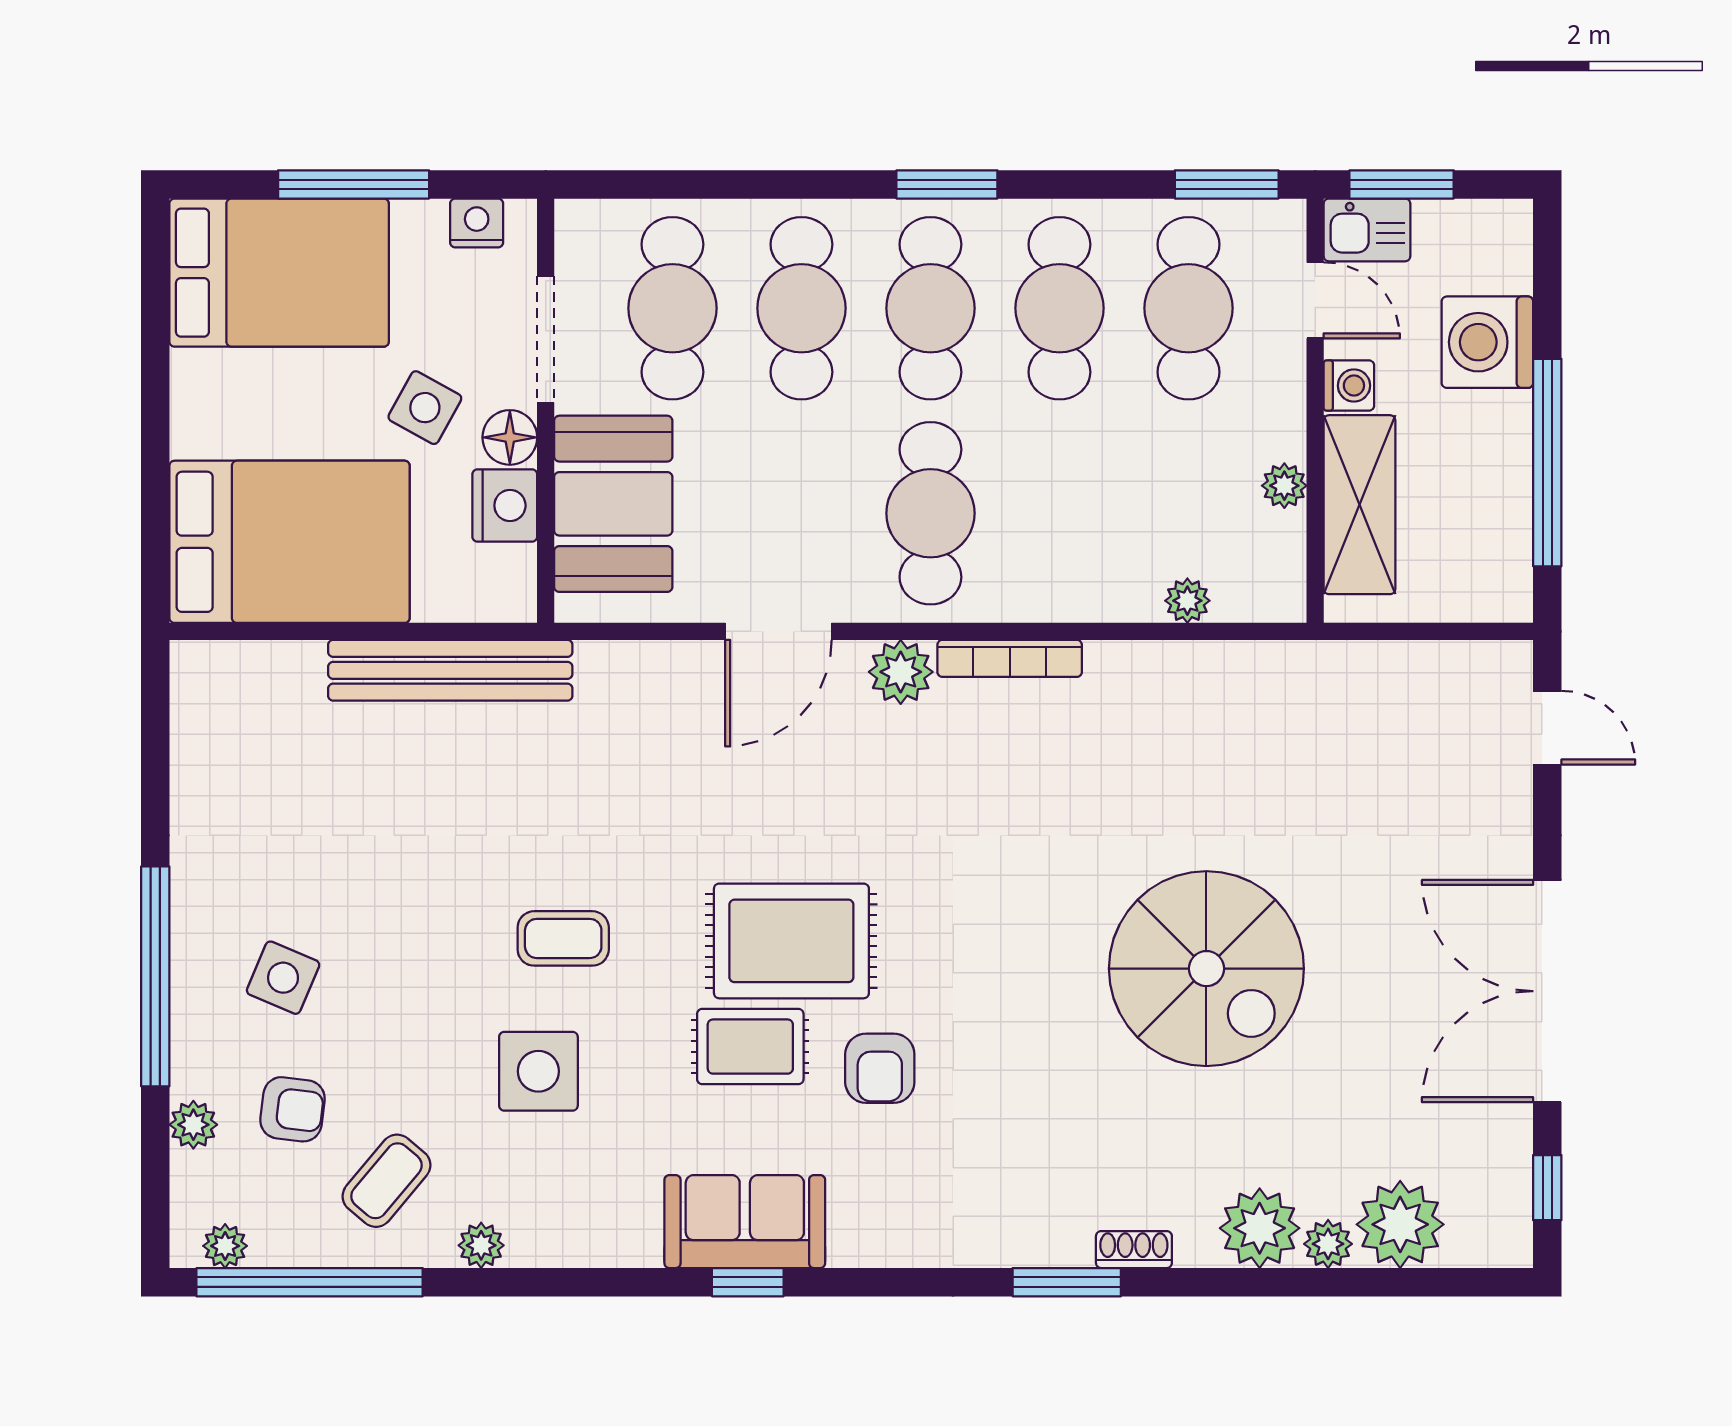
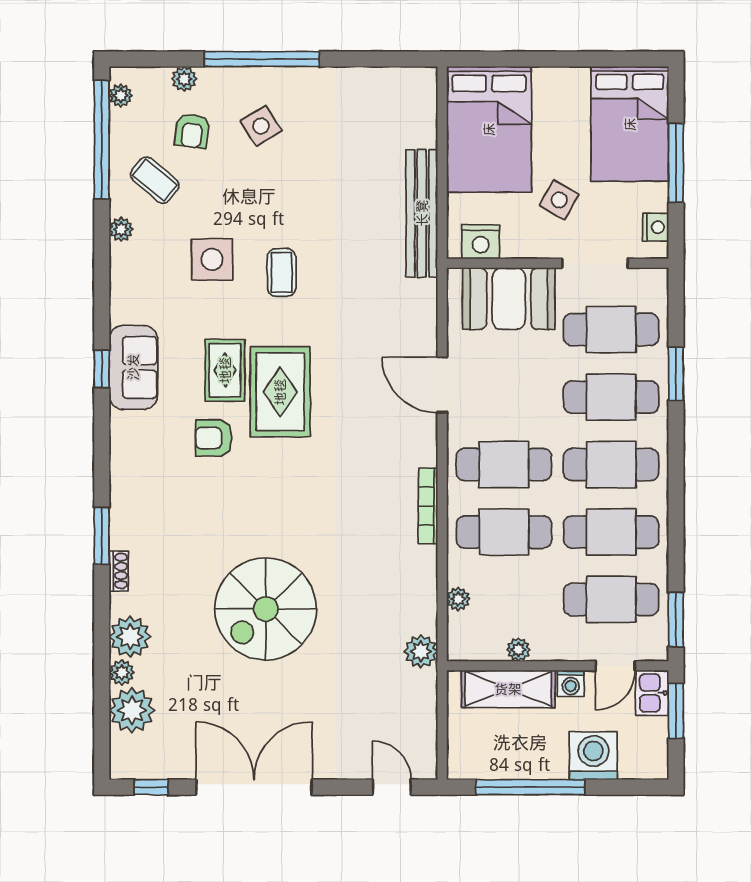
window: (947, 184) -> (676, 374), moved
floor lamp: (510, 437) -> (544, 244), removed
nightstand: (505, 506) -> (481, 242), moved
cafe table: (1059, 513) -> (504, 532), added
plant: (901, 672) -> (421, 651), moved
door: (1547, 728) -> (392, 787), swing flipped
side table: (283, 978) -> (261, 126), turned 35

